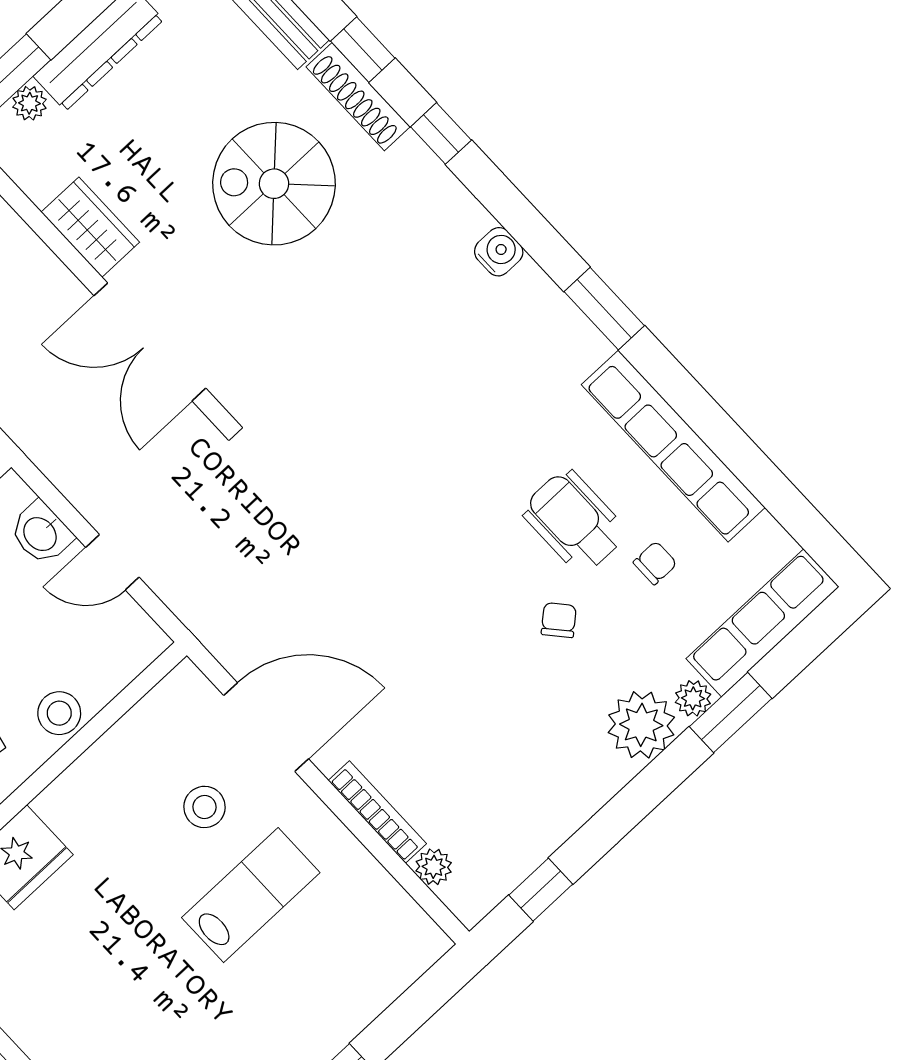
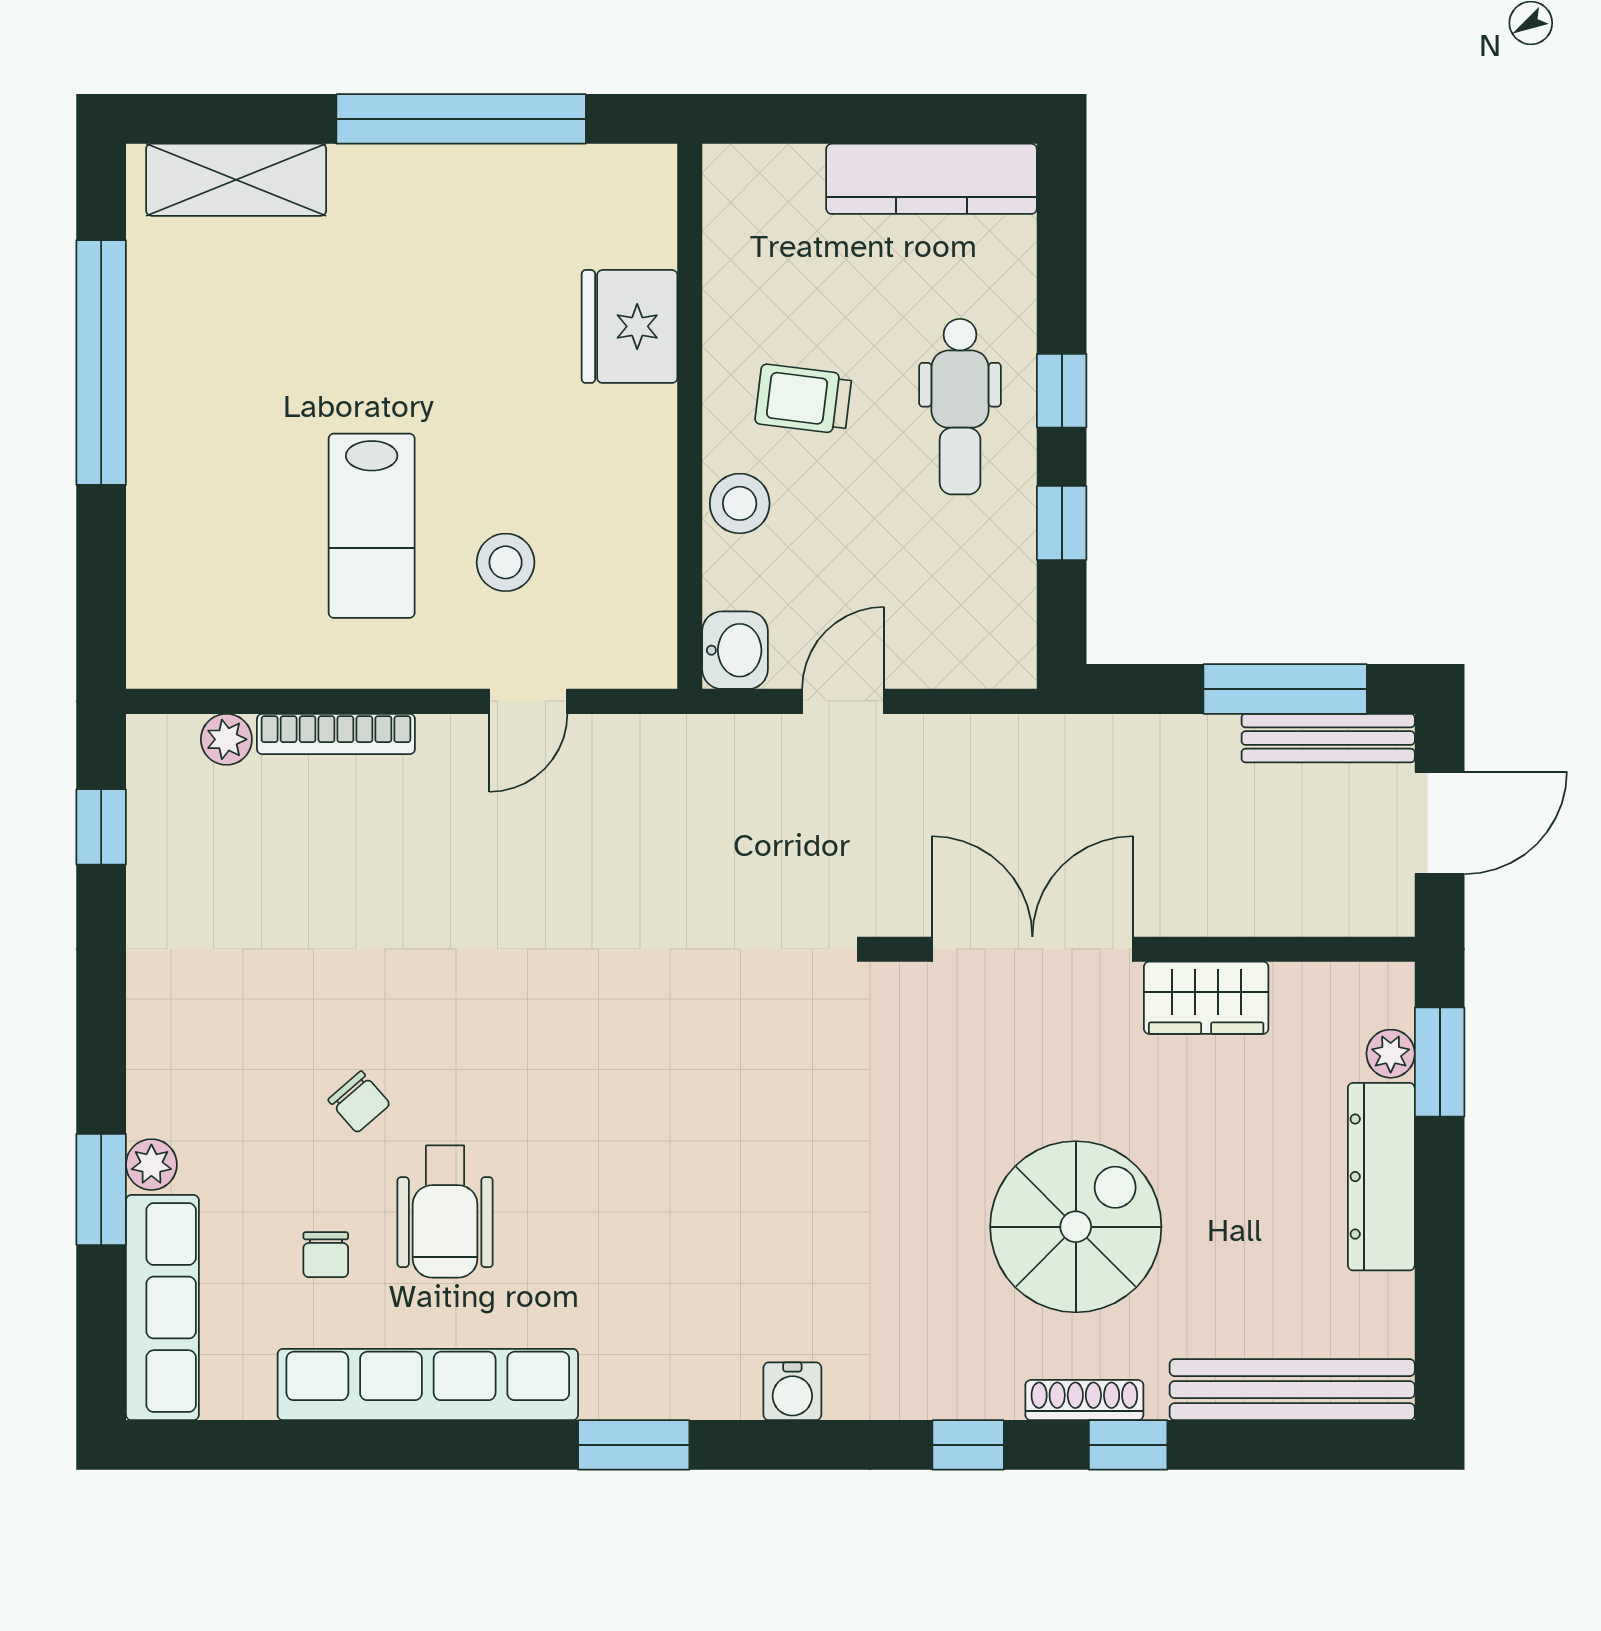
shoe rack: (358, 97) -> (1084, 1400), width x0.74, depth x0.81
wheelchair: (574, 521) -> (445, 1212), turned 90
washbasin: (41, 533) -> (735, 650), moved, turned 90
plant: (641, 725) -> (174, 1086), removed
door: (266, 727) -> (528, 701), width x0.53

